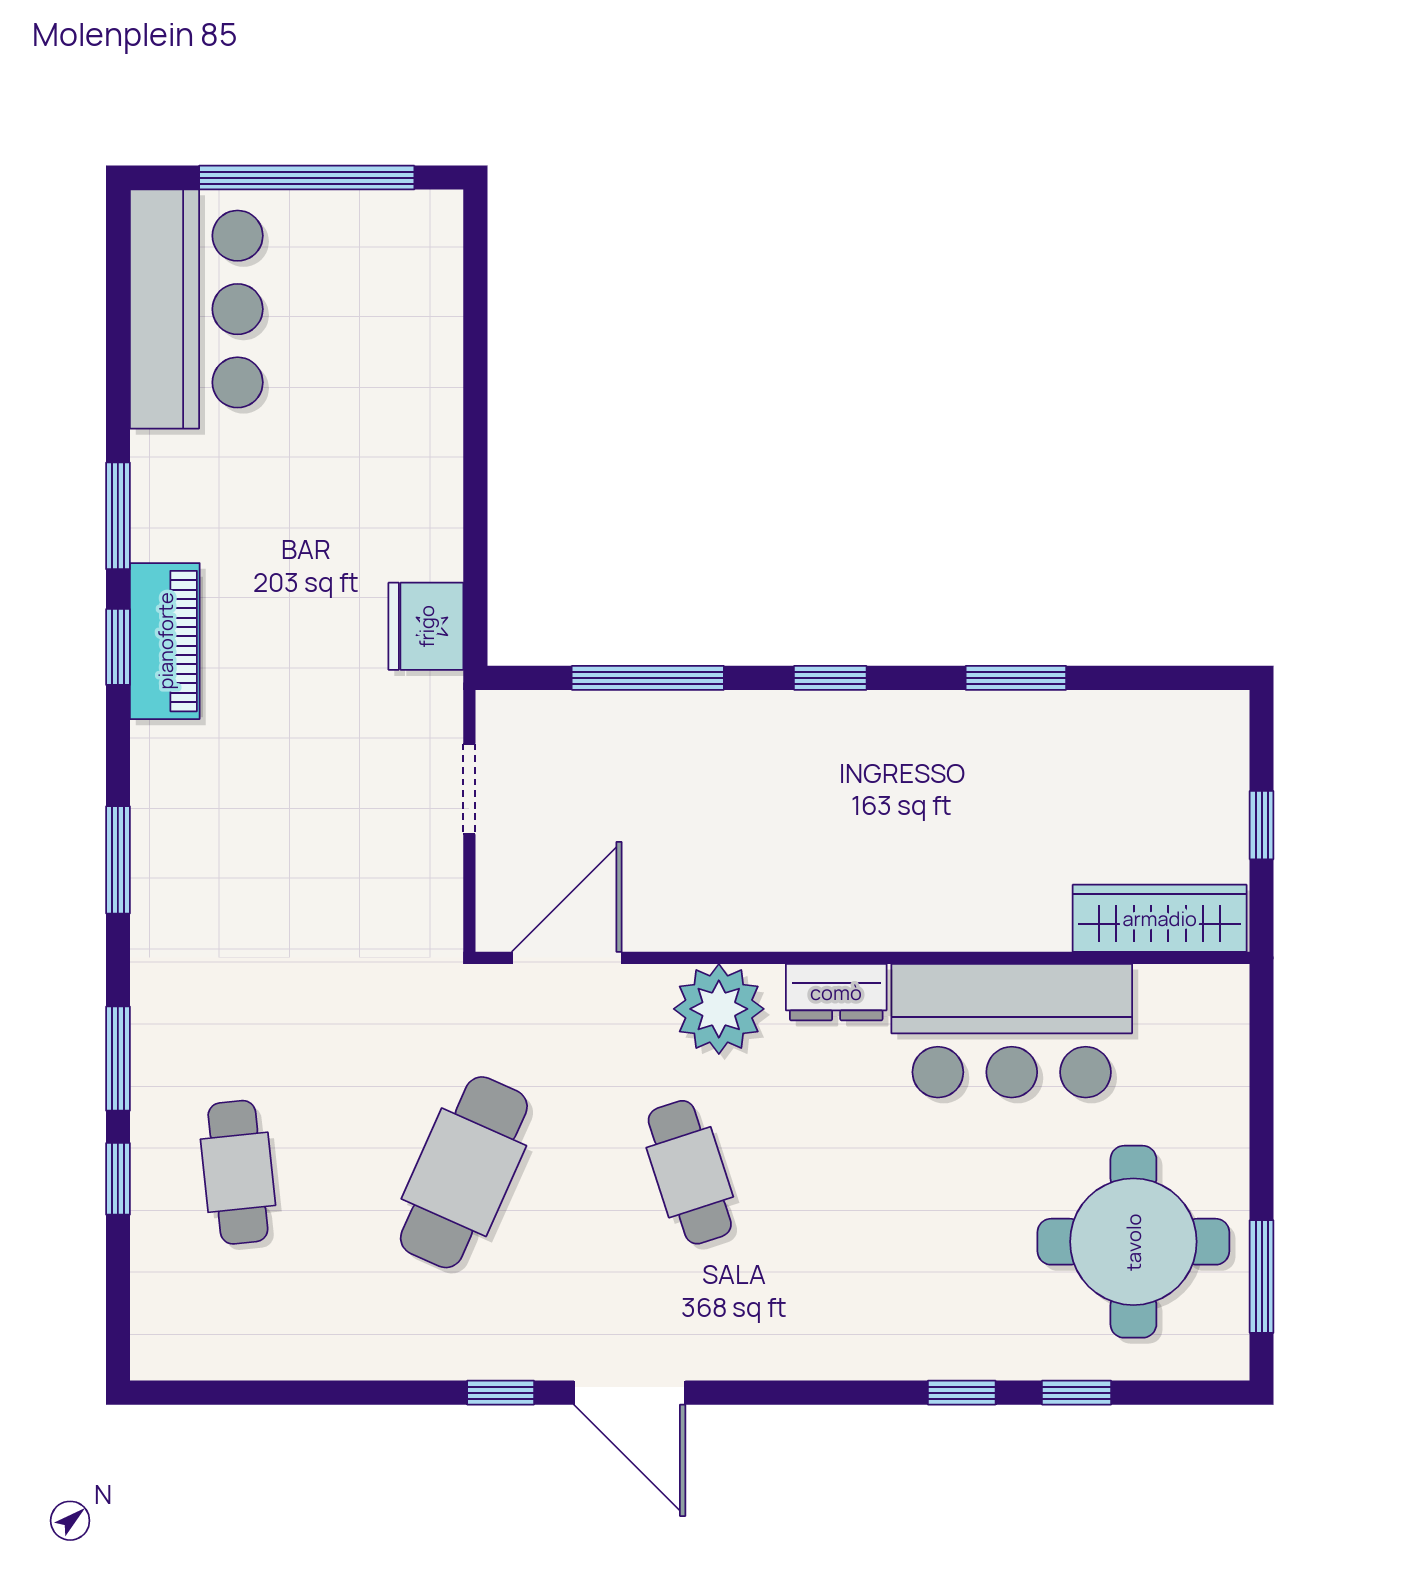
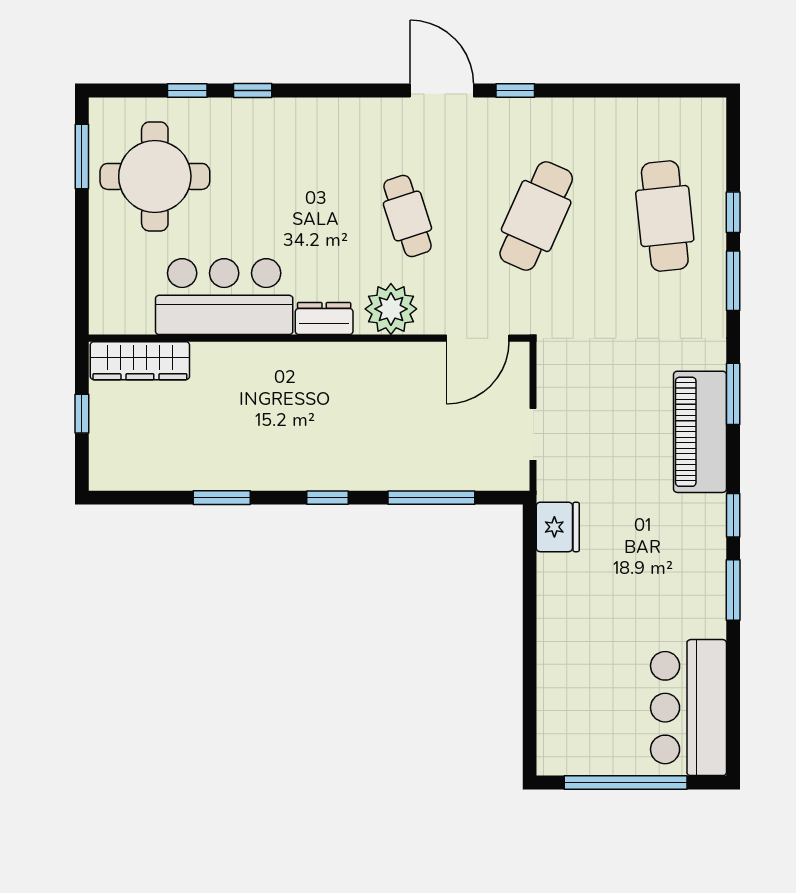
piano: (165, 641) -> (700, 432), moved, width x1.37, depth x1.33
cafe table: (238, 1172) -> (665, 216), width x1.37, depth x1.35

